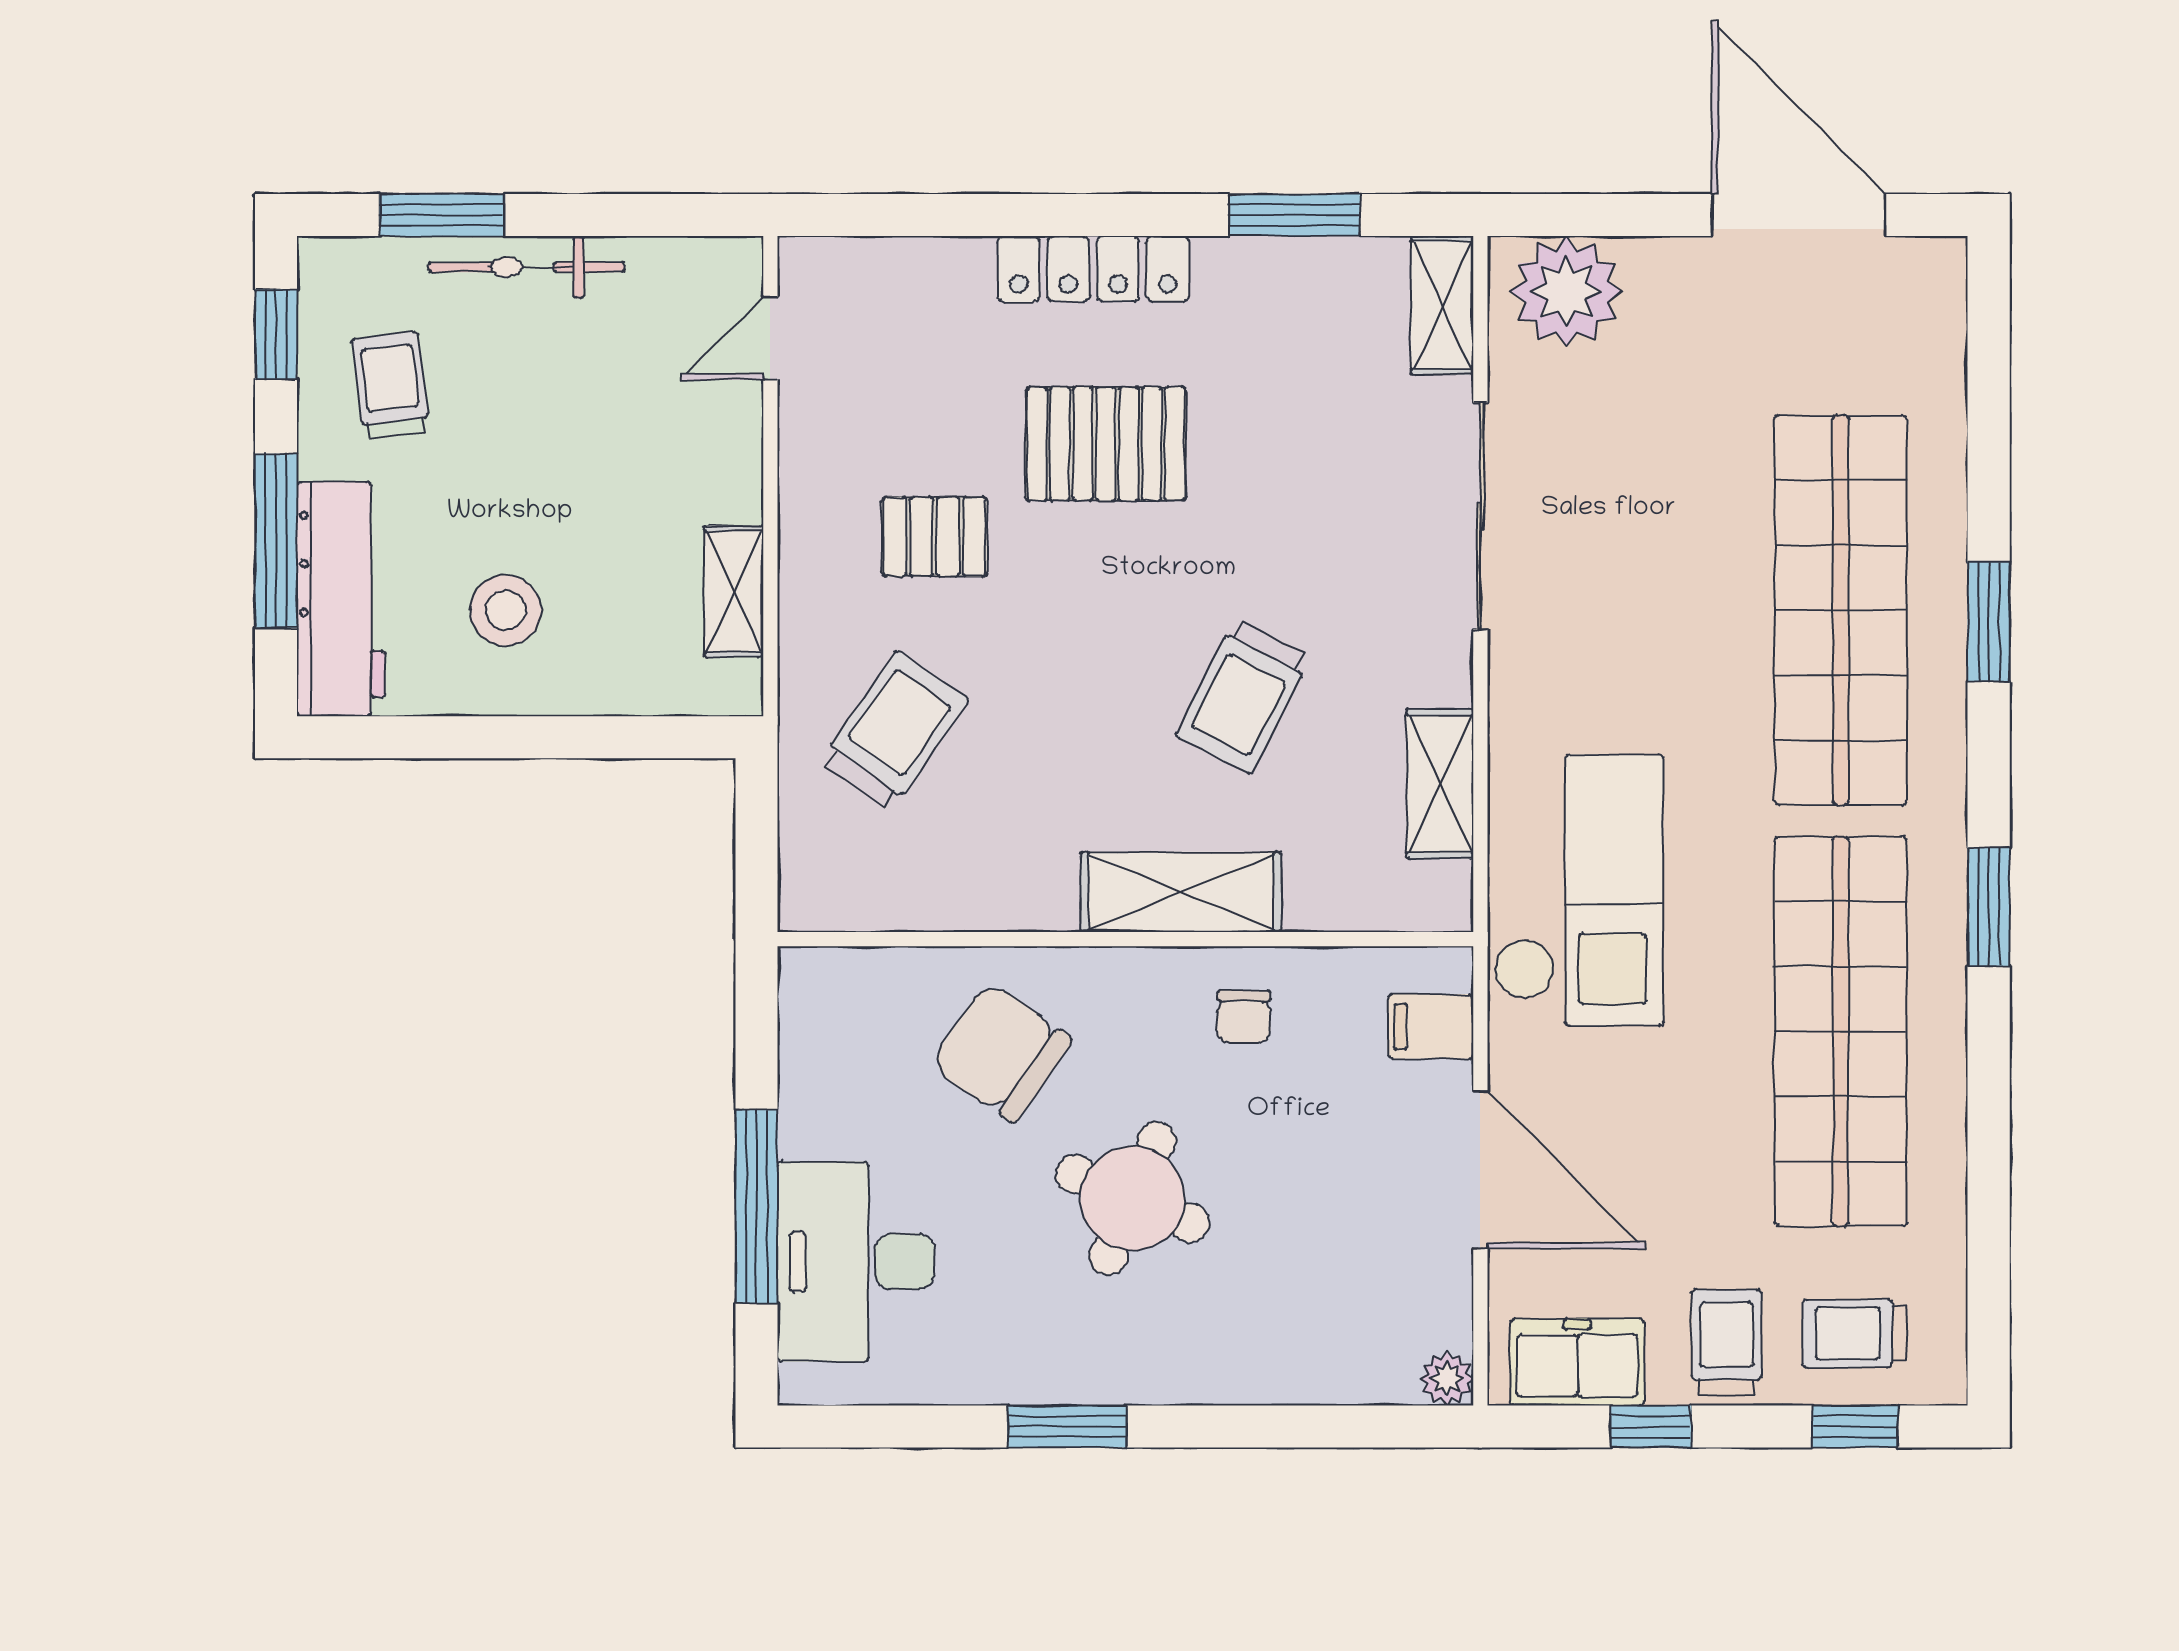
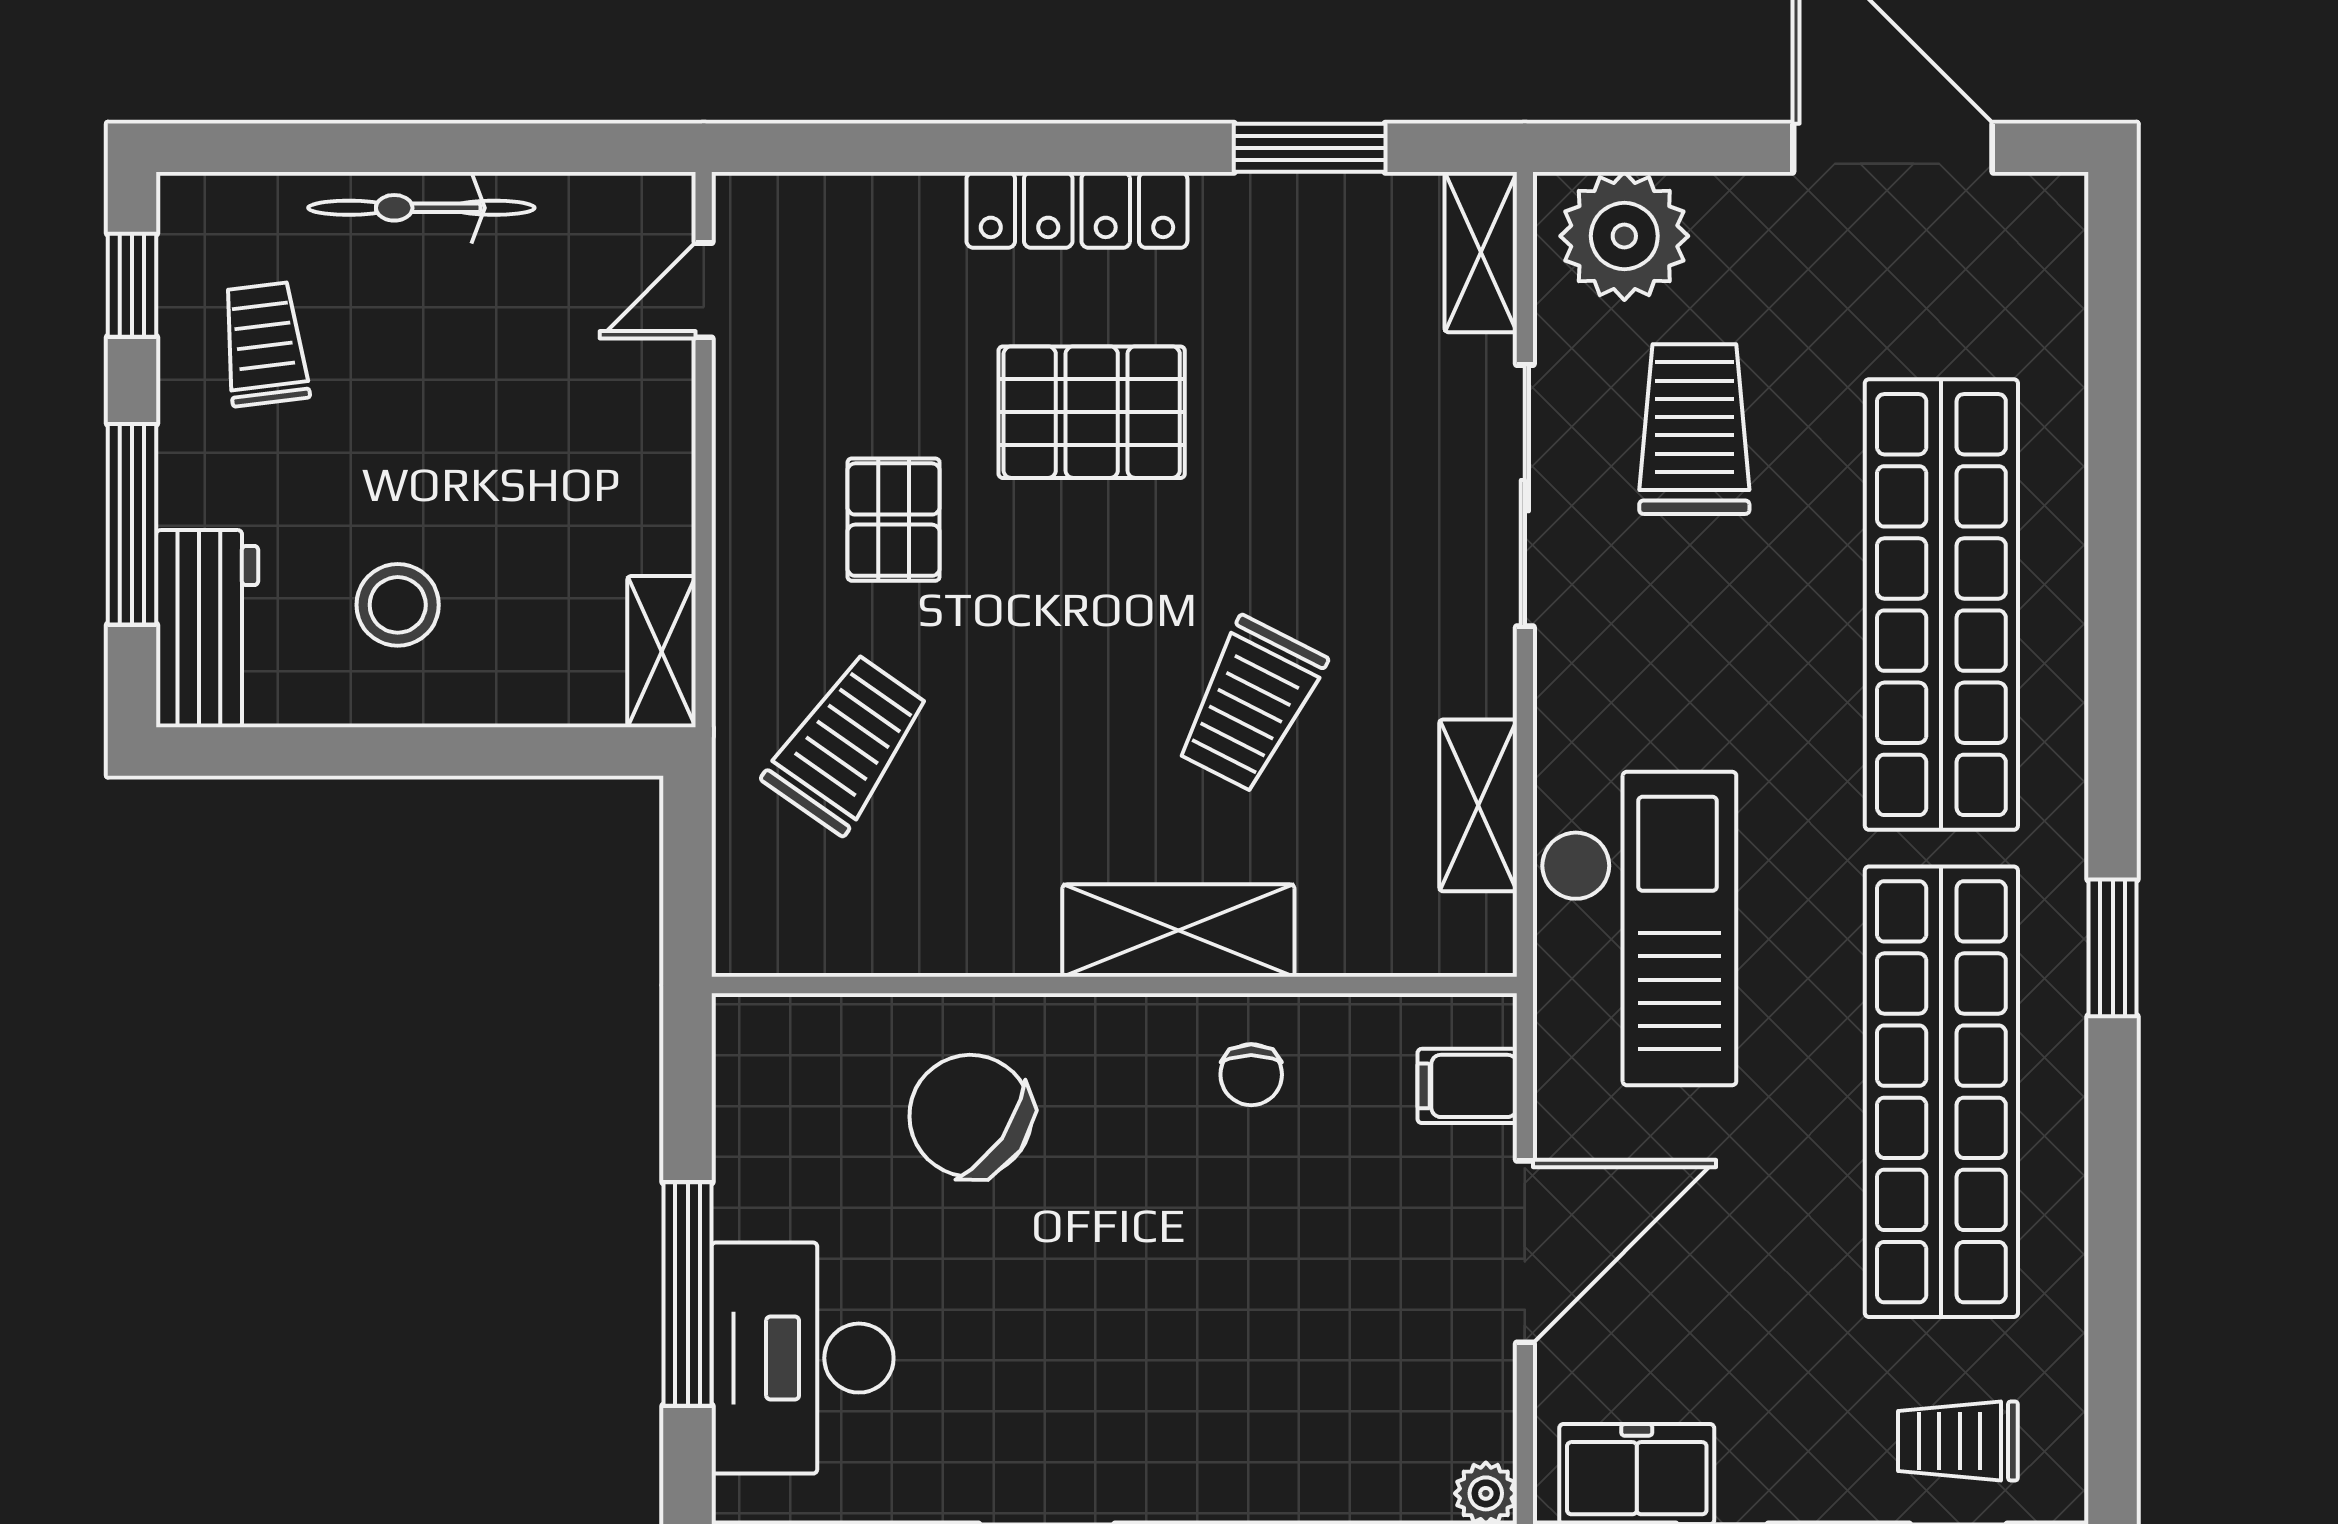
window: (442, 215) -> (324, 148), removed
pallet: (935, 537) -> (894, 520), turned 90
shelving: (734, 591) -> (662, 652), moved
workbench: (341, 599) -> (207, 629), width x0.73
window: (1989, 622) -> (2113, 618), removed
door: (1480, 1170) -> (1525, 1252), hinge flipped
round table: (1132, 1198) -> (1122, 1285), removed
trolley: (1727, 1342) -> (1694, 429), moved, width x1.36, depth x1.39

